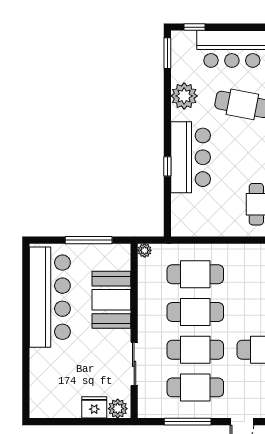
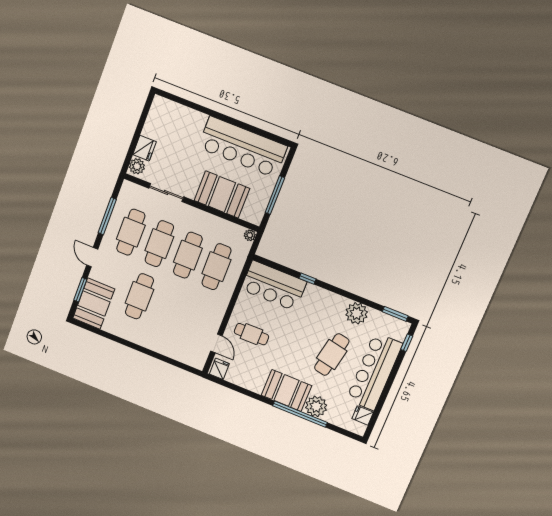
bar counter: (191, 157) -> (274, 286), moved

